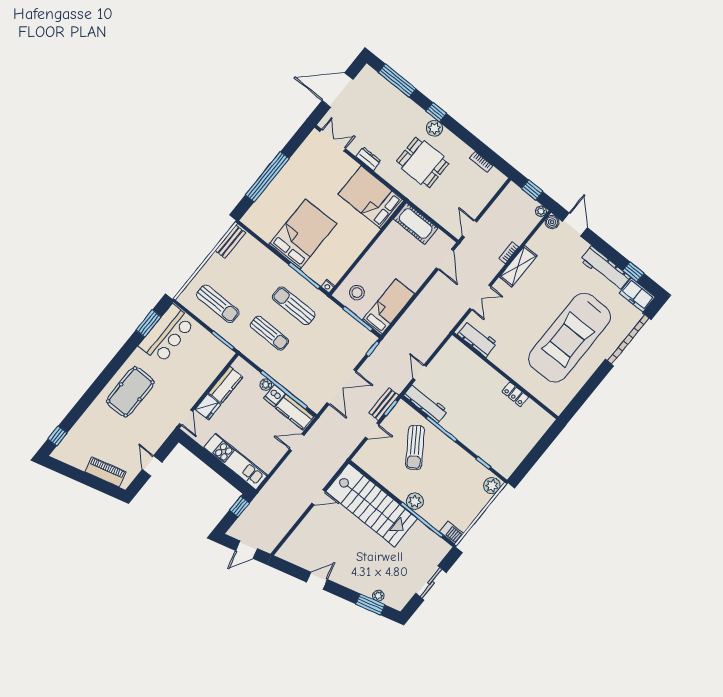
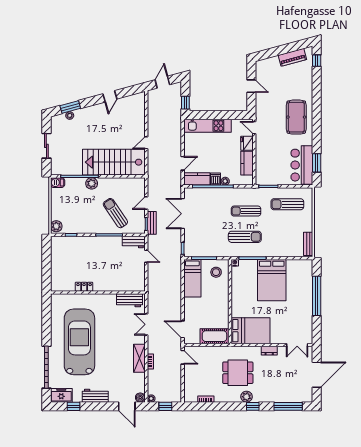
workbench: (605, 269) -> (95, 396), width x0.73
workbench: (425, 403) -> (134, 242), width x0.73
piano: (106, 472) -> (292, 57), moved

